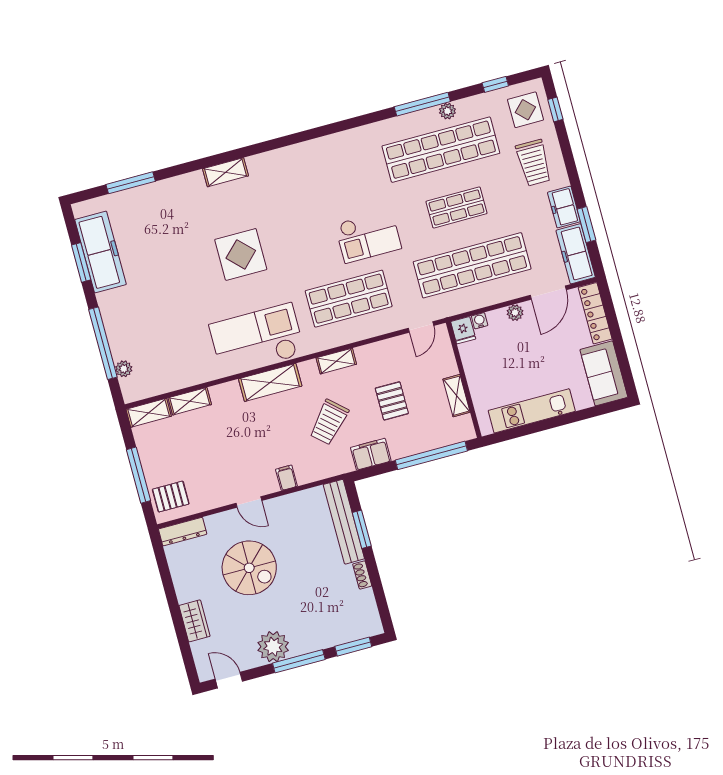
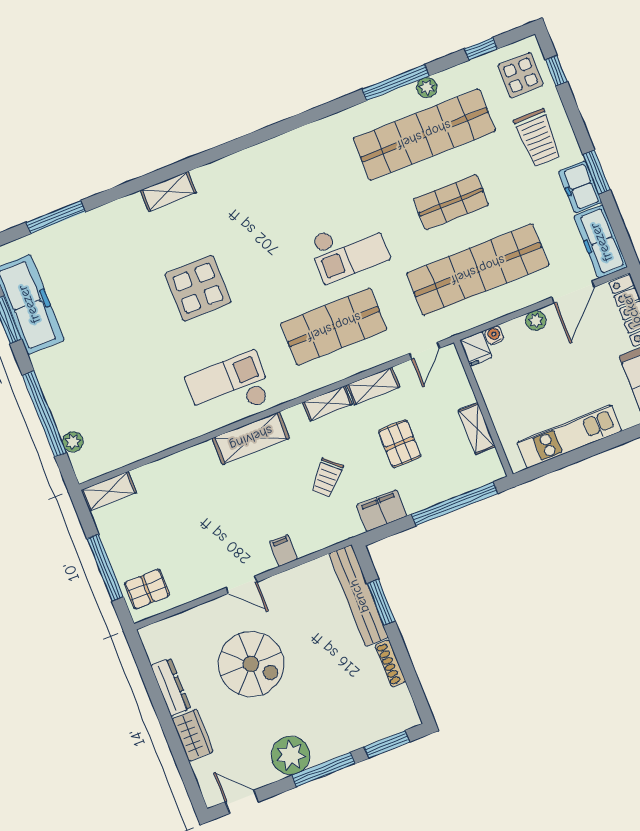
window: (586, 225) -> (597, 172), moved
checkout: (257, 339) -> (229, 388), width x0.73, depth x0.83
shelving: (190, 401) -> (373, 386), moved
trolley: (329, 422) -> (327, 478), width x0.73, depth x0.72
dresser: (183, 532) -> (171, 687), moved, turned -90
shoe rack: (362, 575) -> (390, 663), width x1.43

